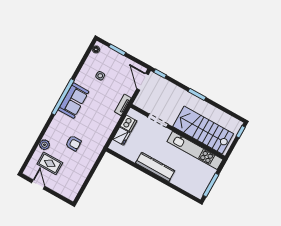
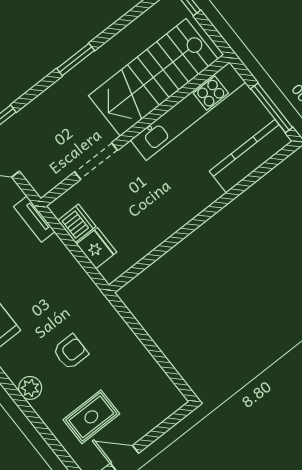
plant: (44, 145) -> (30, 388), moved
kitchen counter: (155, 167) -> (251, 156), moved

